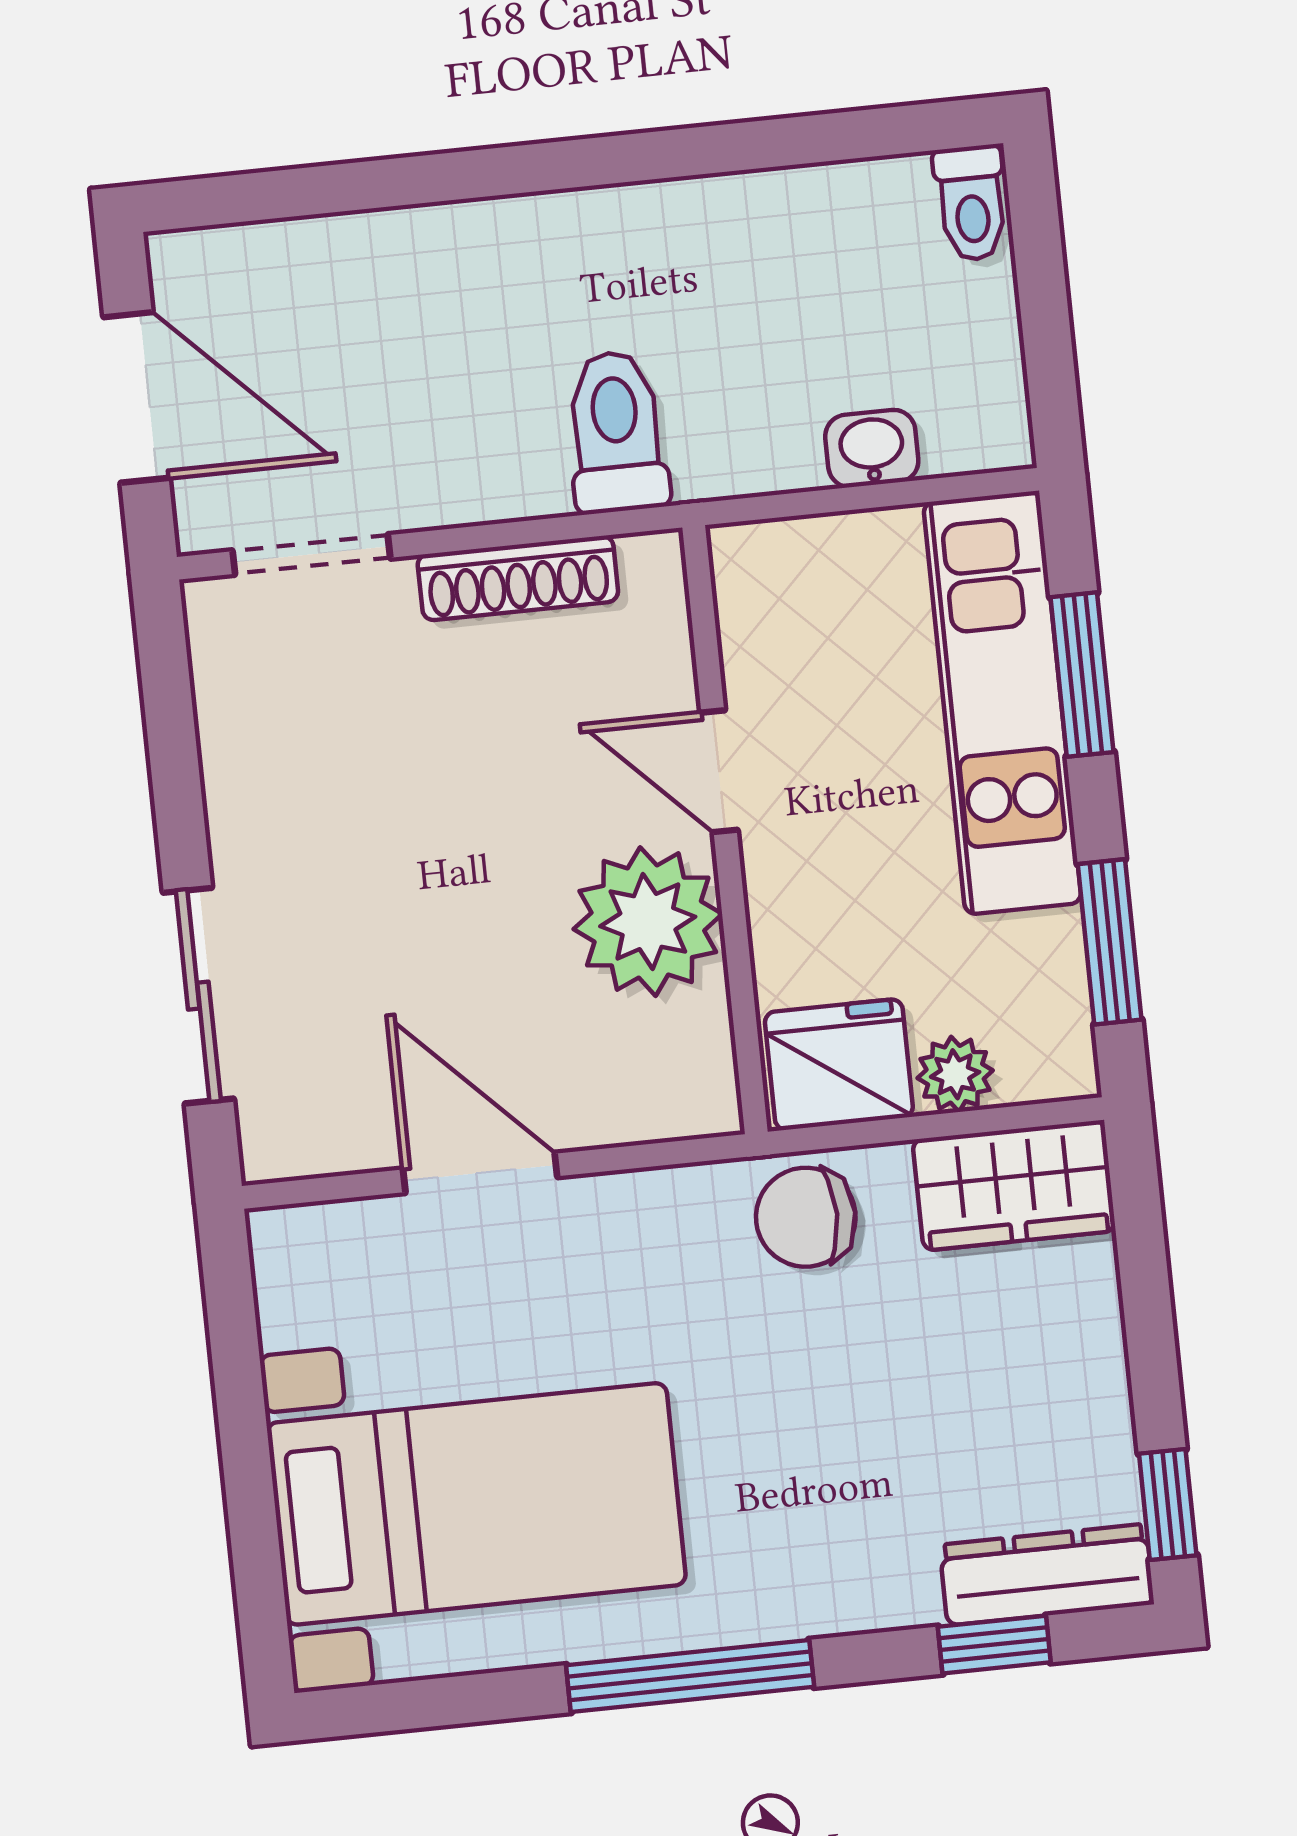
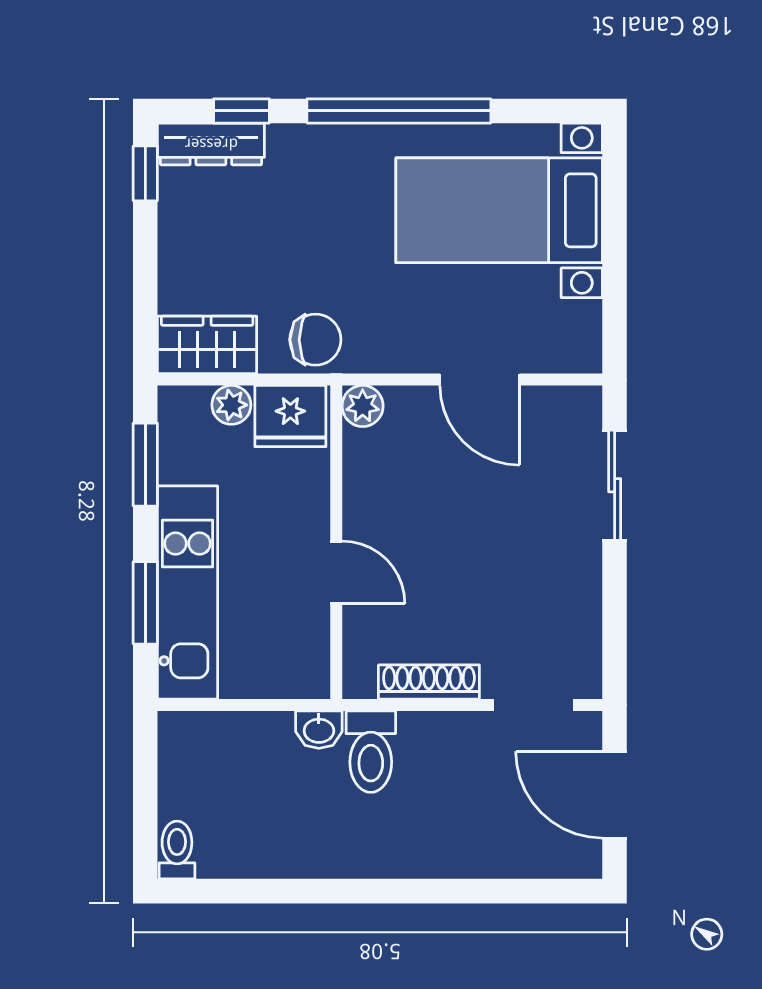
washbasin: (872, 448) -> (319, 730), moved
plant: (648, 922) -> (363, 406), moved, width x0.53, depth x0.53
window: (690, 1676) -> (399, 111), width x1.46

